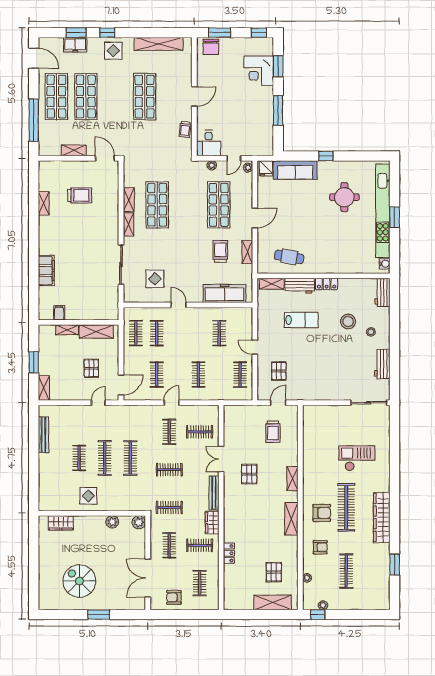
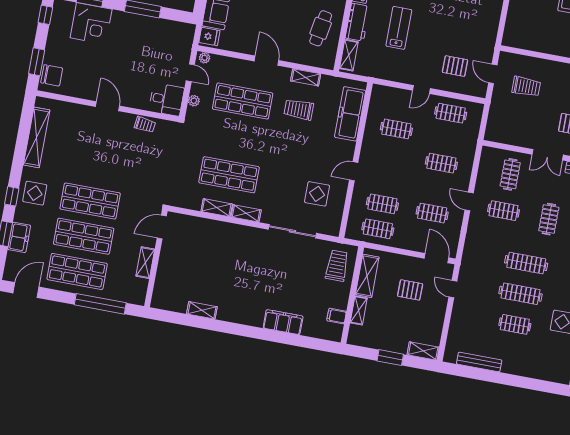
shop shelf: (145, 97) -> (90, 201), moved
trolley: (80, 195) -> (337, 266), moved

